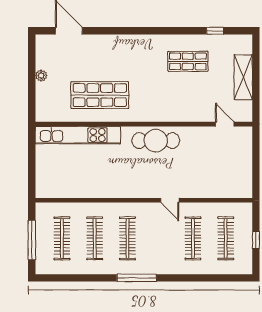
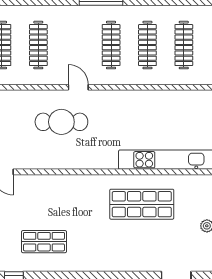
cafe table: (156, 141) -> (61, 122), moved
door: (170, 200) -> (78, 87), moved

